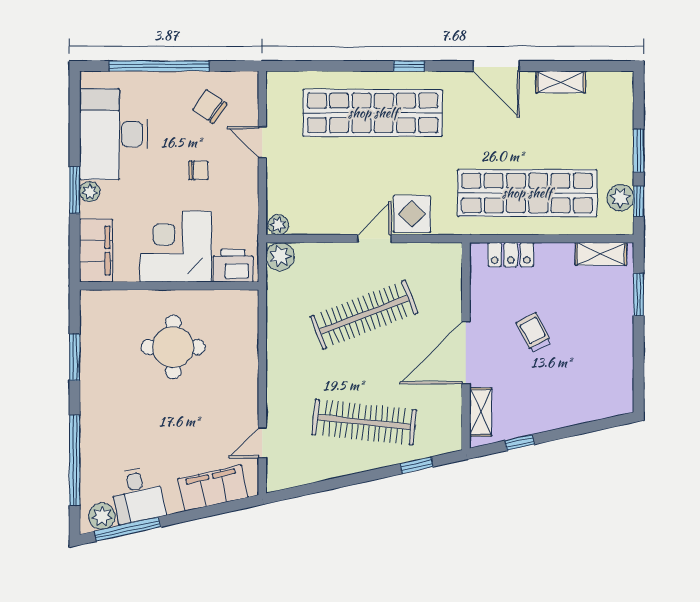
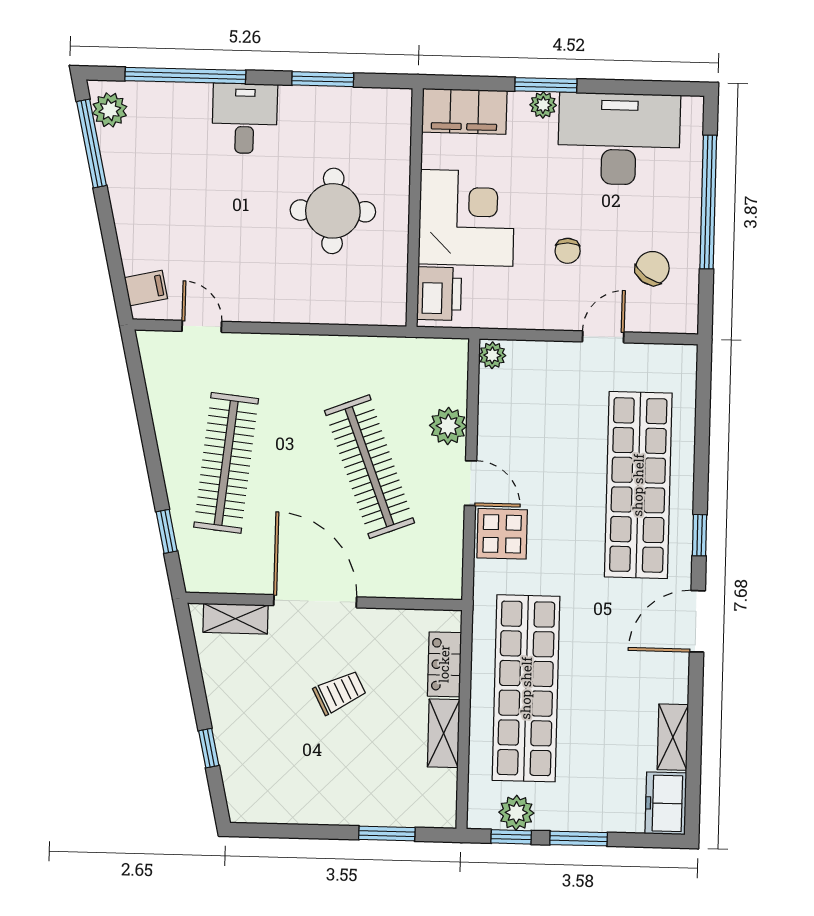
door: (496, 66) -> (697, 621), moved
freezer: (610, 86) -> (666, 803), added
shelving: (601, 254) -> (444, 733), moved
plant: (280, 256) -> (448, 426), moved
window: (520, 442) -> (209, 748), moved
filing cabinet: (213, 488) -> (146, 288), width x0.33, depth x0.86
desk: (138, 495) -> (245, 118), moved, turned 102

